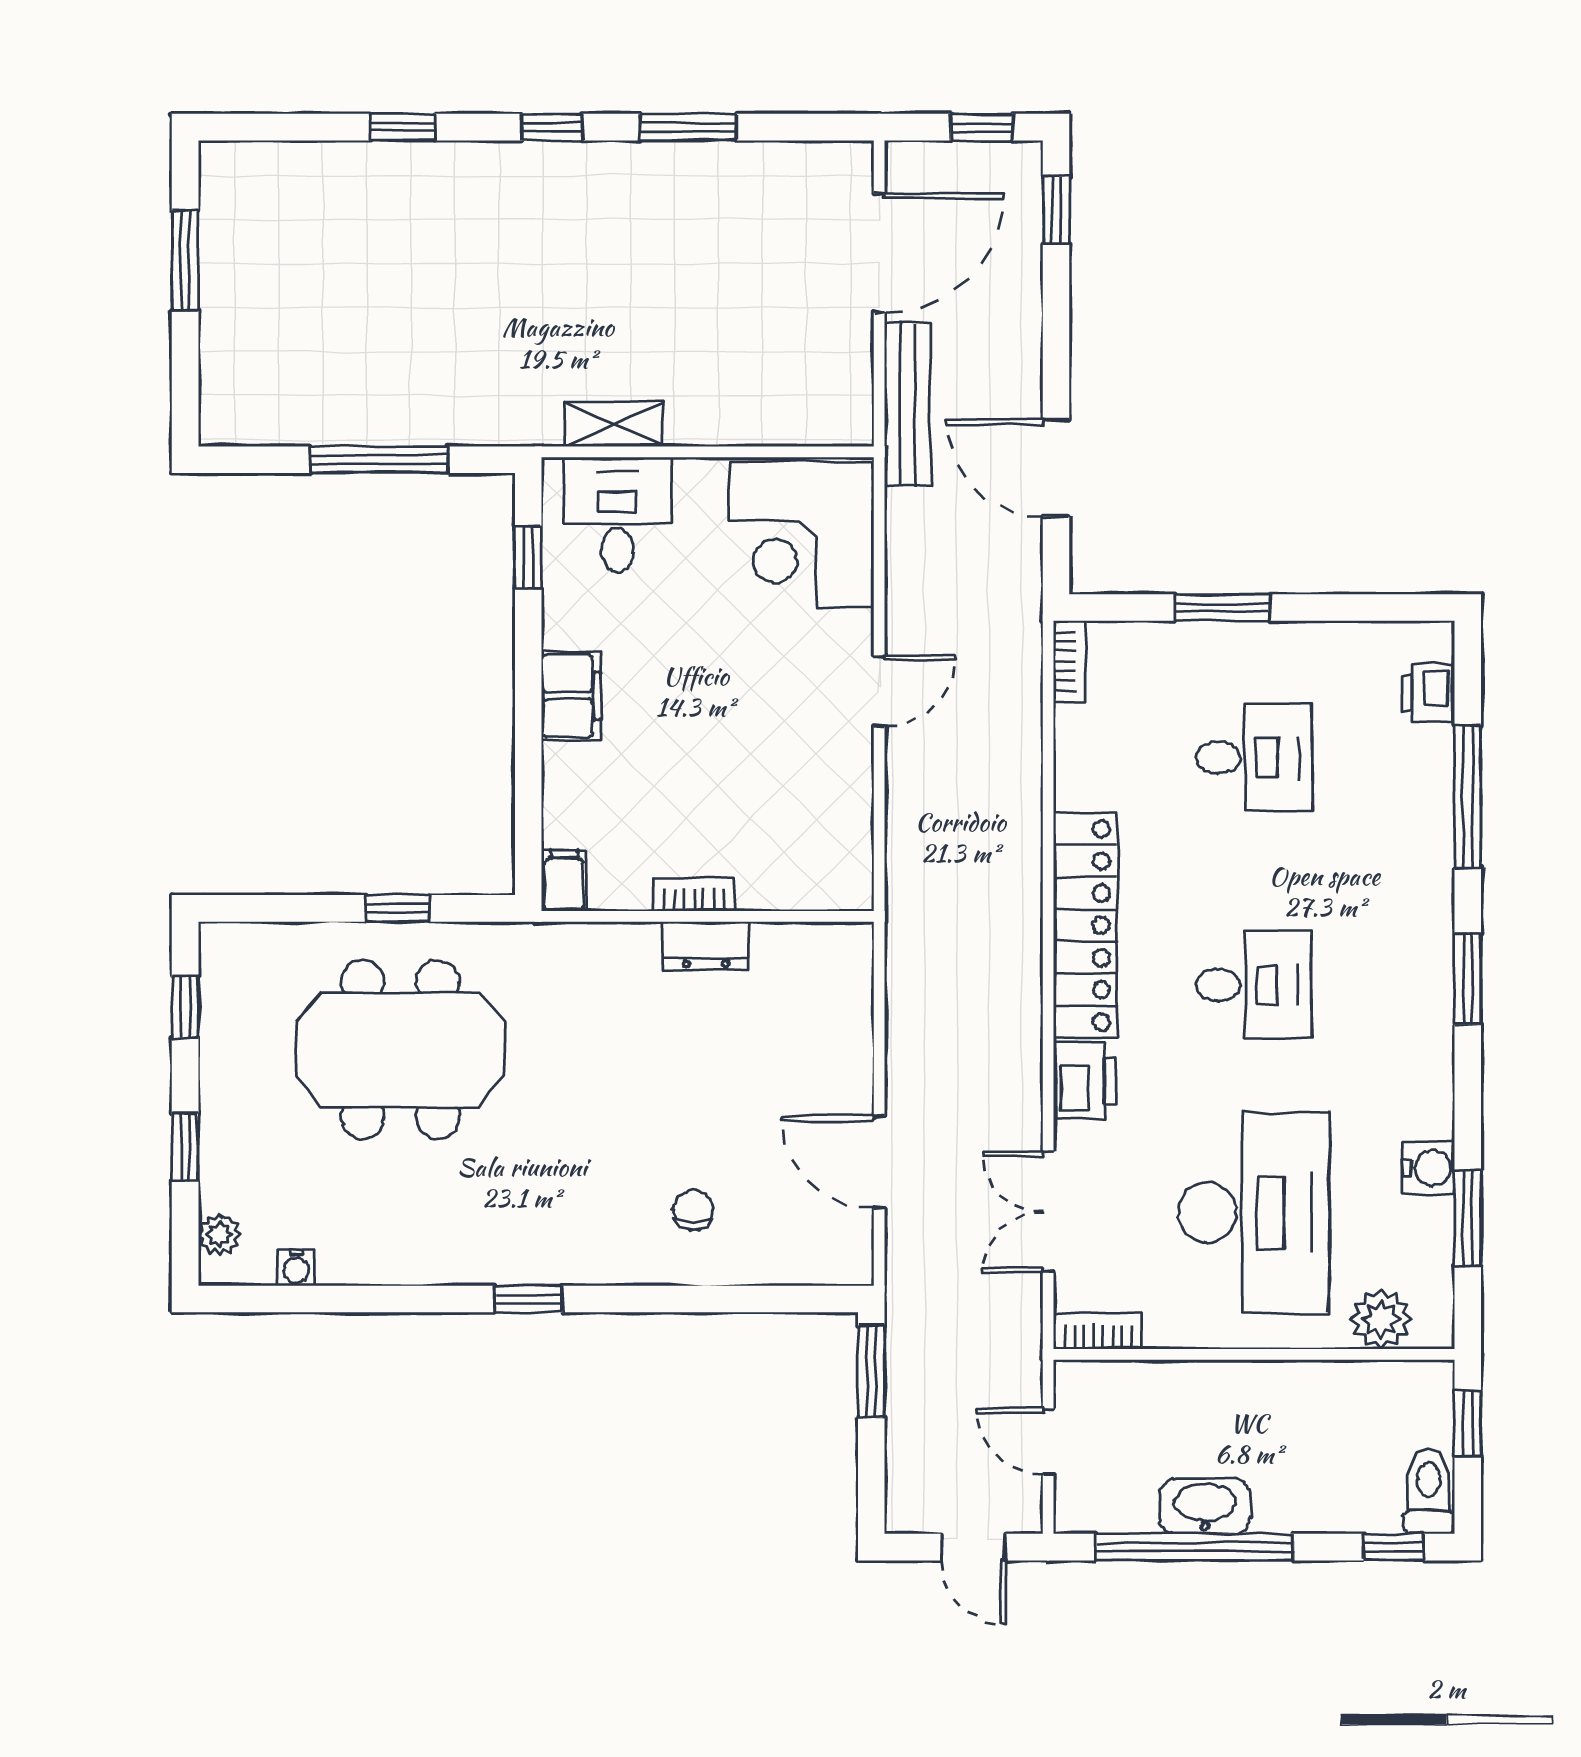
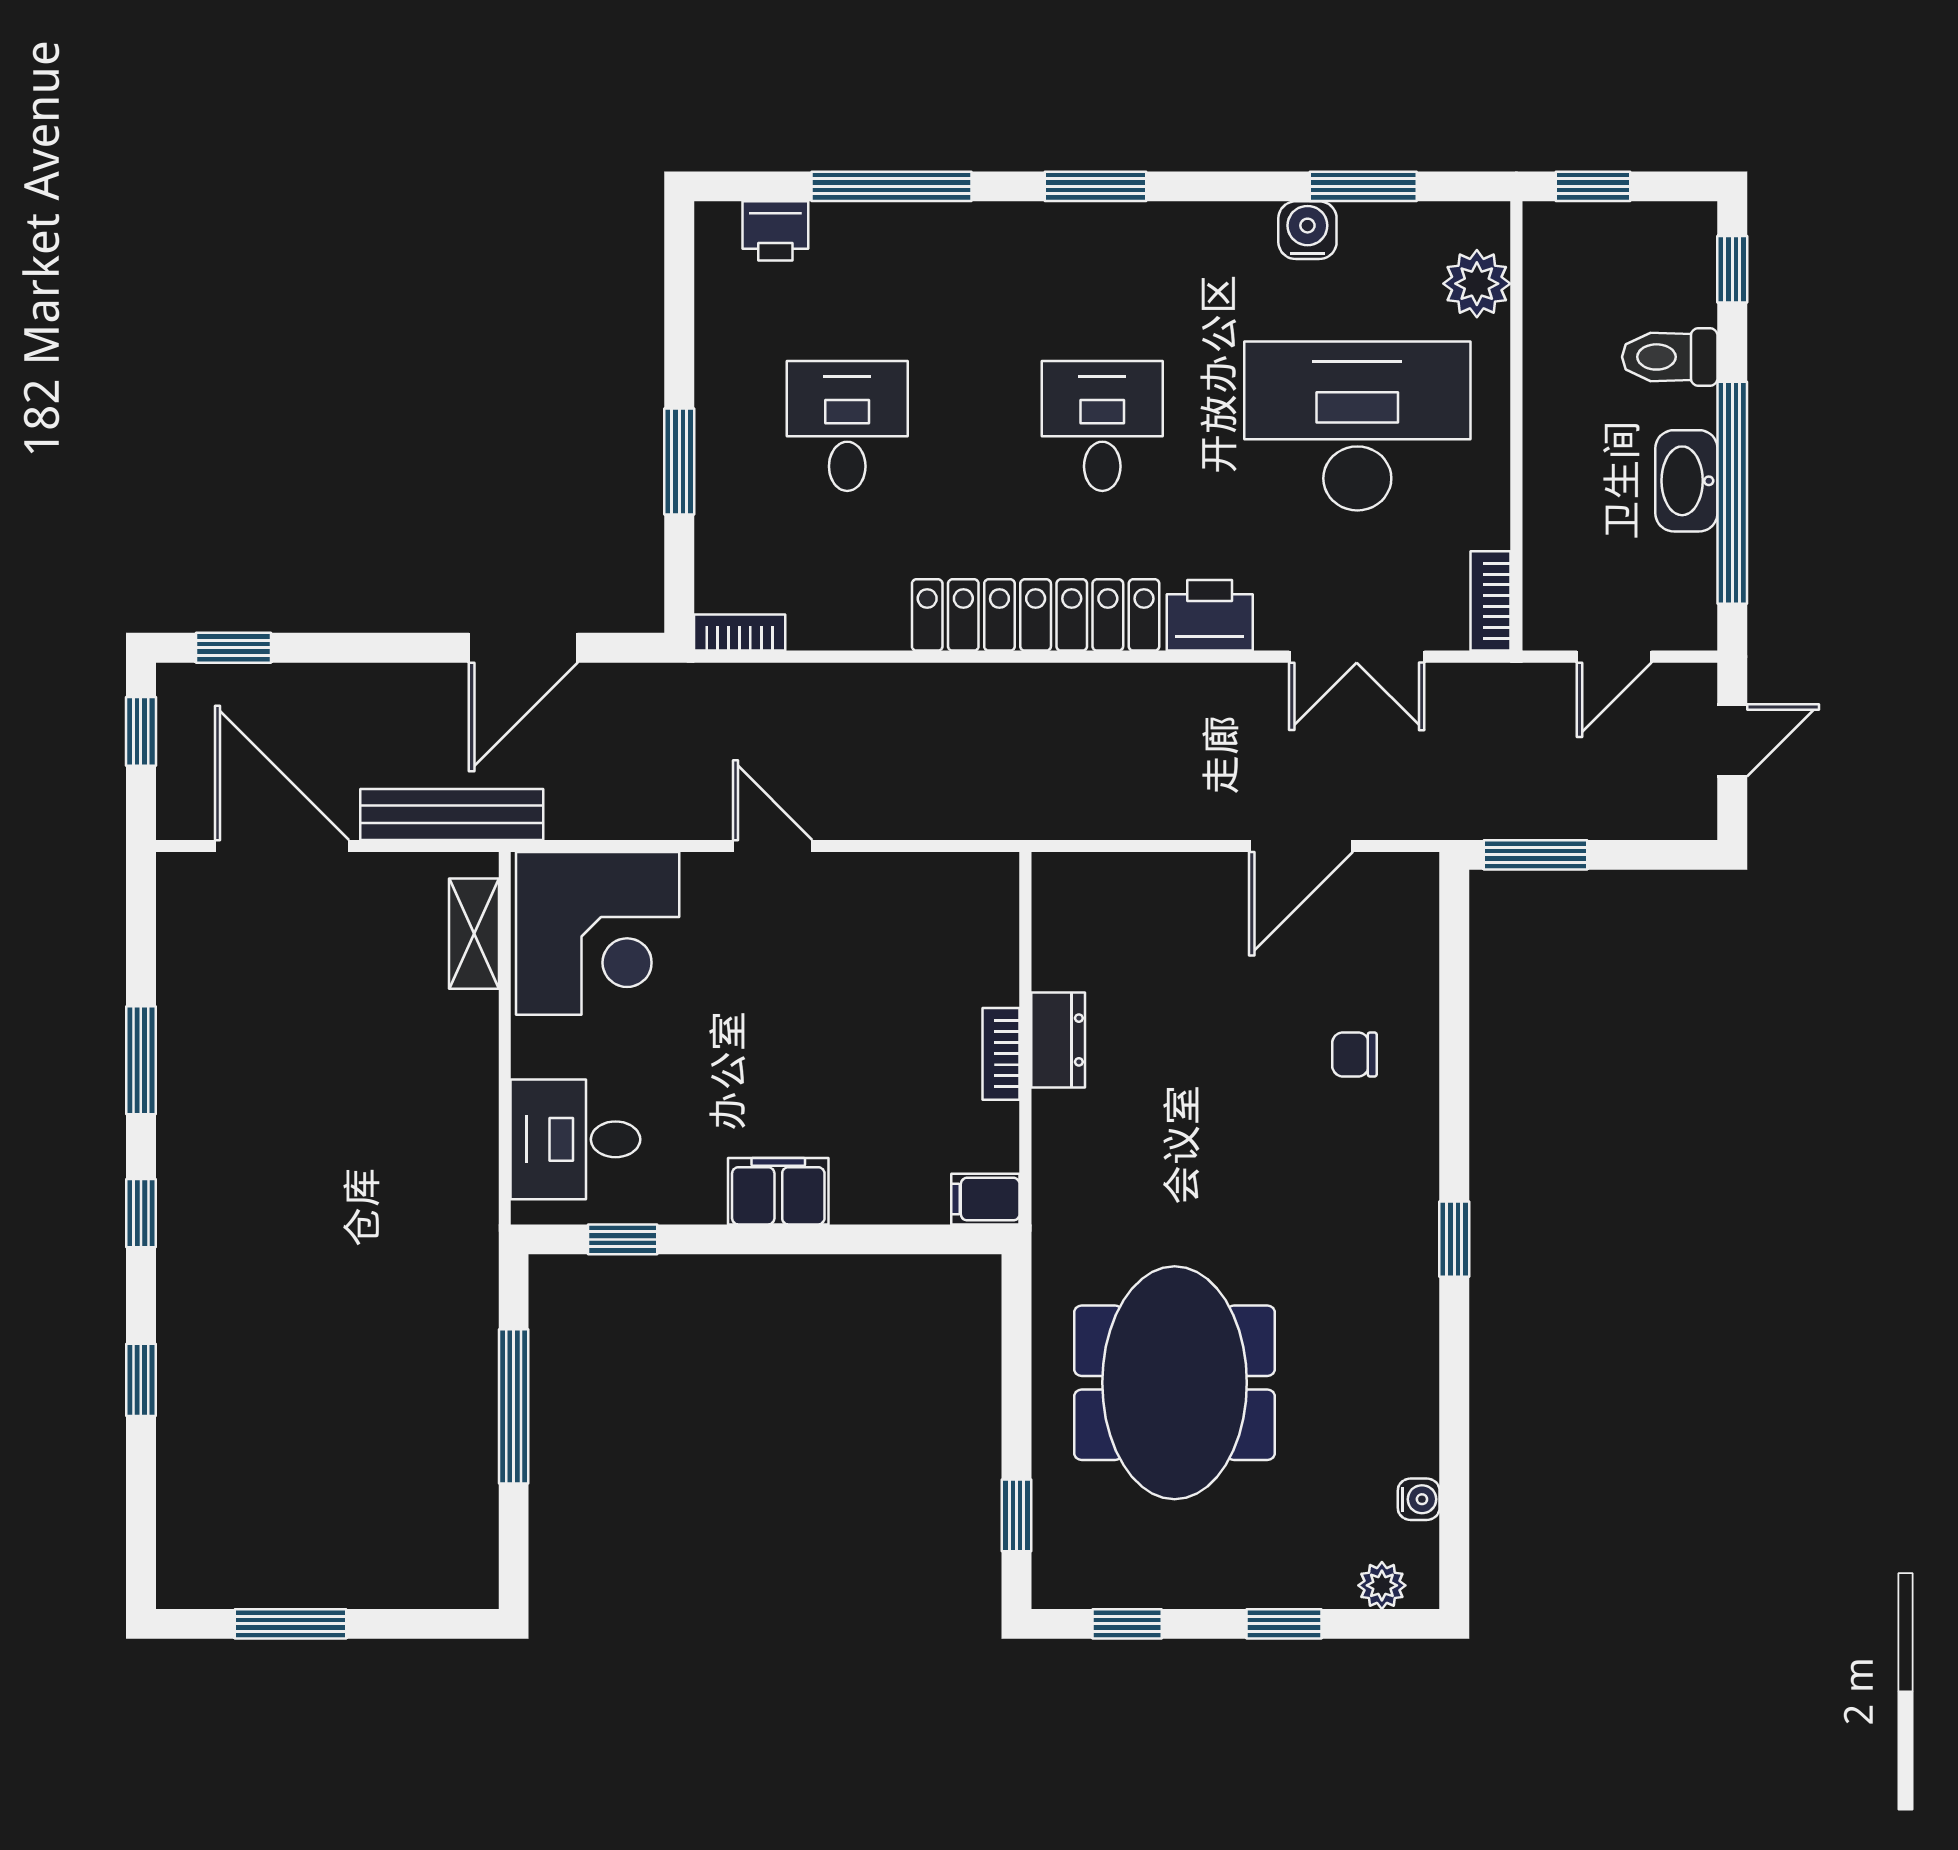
shelving: (614, 424) -> (474, 934), moved
window: (398, 908) -> (1016, 1515), moved
toilet: (1429, 1491) -> (1670, 357), moved

